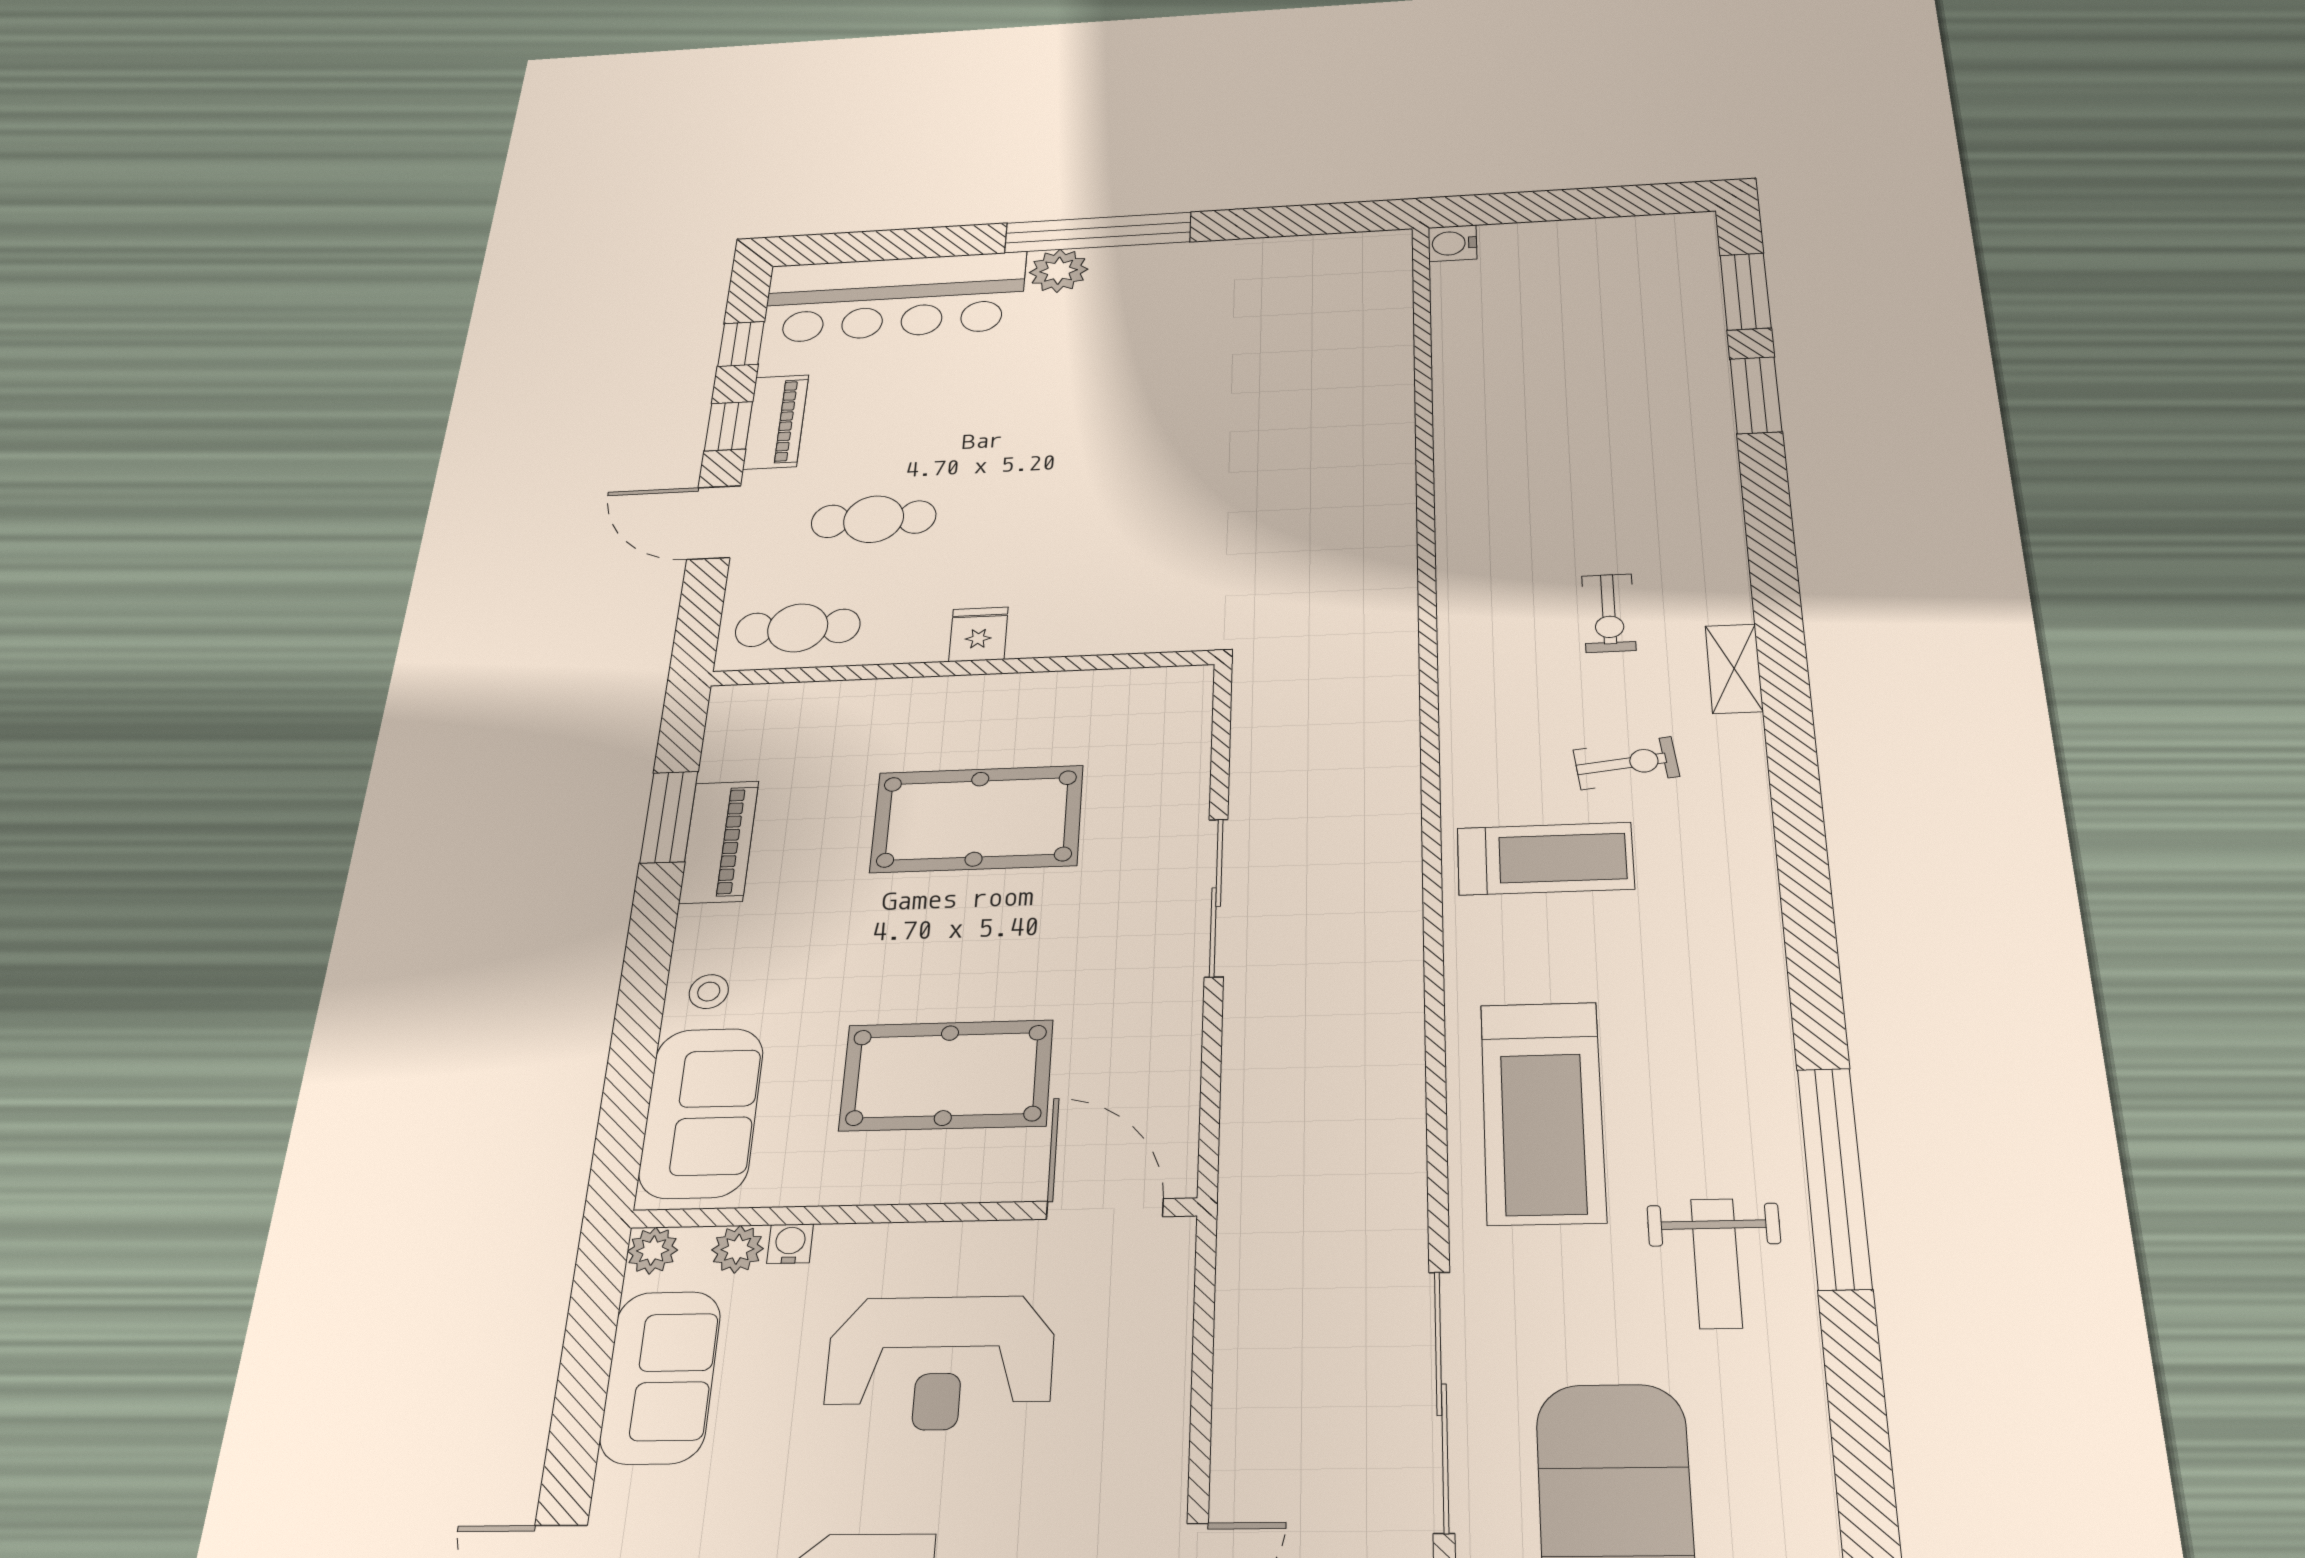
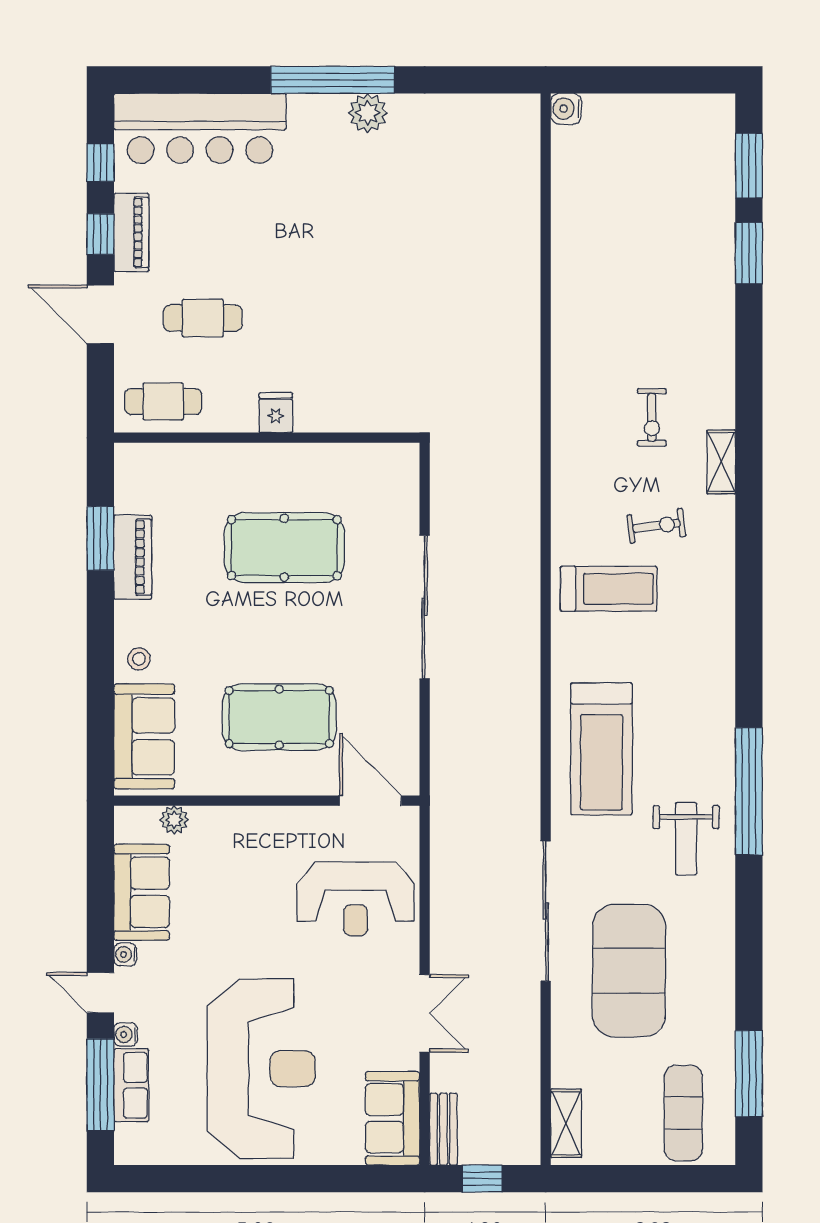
plant: (1059, 271) -> (368, 113), moved
sliding door: (1216, 897) -> (425, 607), width x1.36
water cooler: (790, 1244) -> (125, 954), moved, turned -90
plant: (653, 1251) -> (128, 820), removed
reception desk: (940, 1363) -> (356, 899), moved

